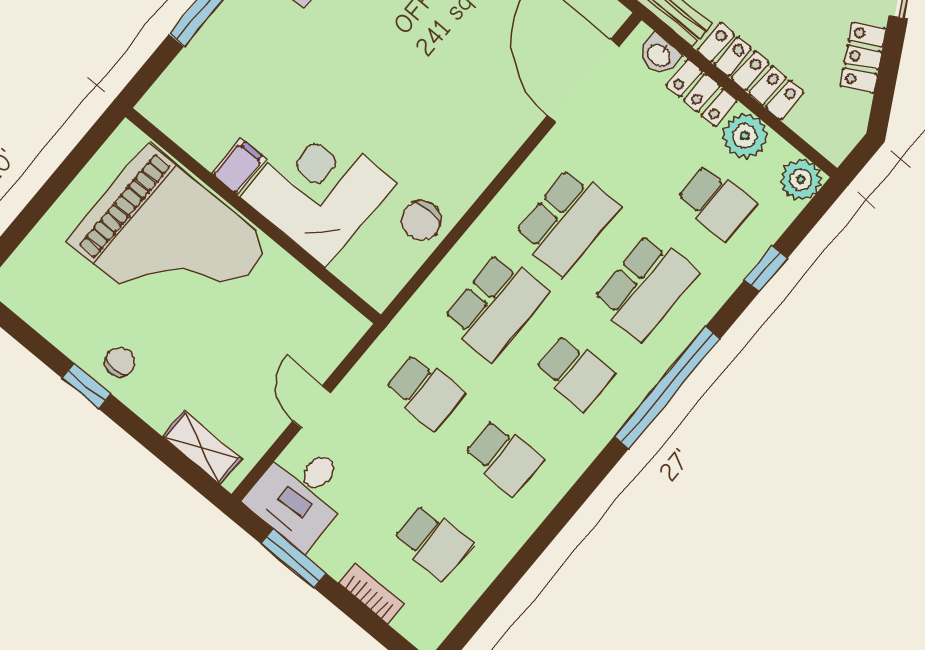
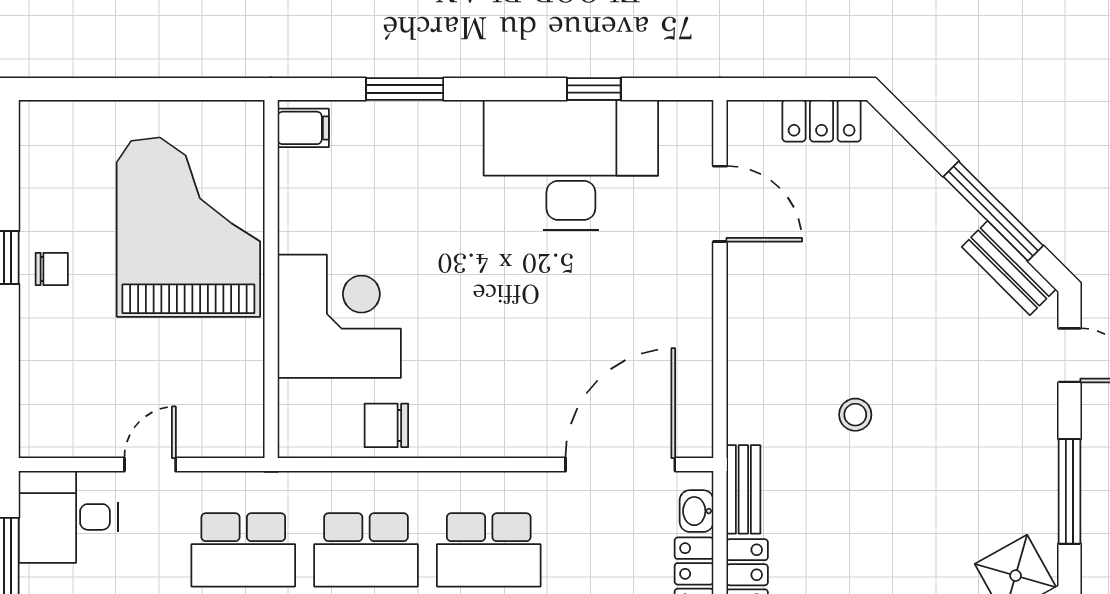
filing cabinet: (239, 166) -> (303, 128), moved
grand piano: (170, 243) -> (188, 227), turned 180
school desk: (425, 391) -> (243, 550), width x1.85
shelving: (202, 448) -> (37, 400), removed

